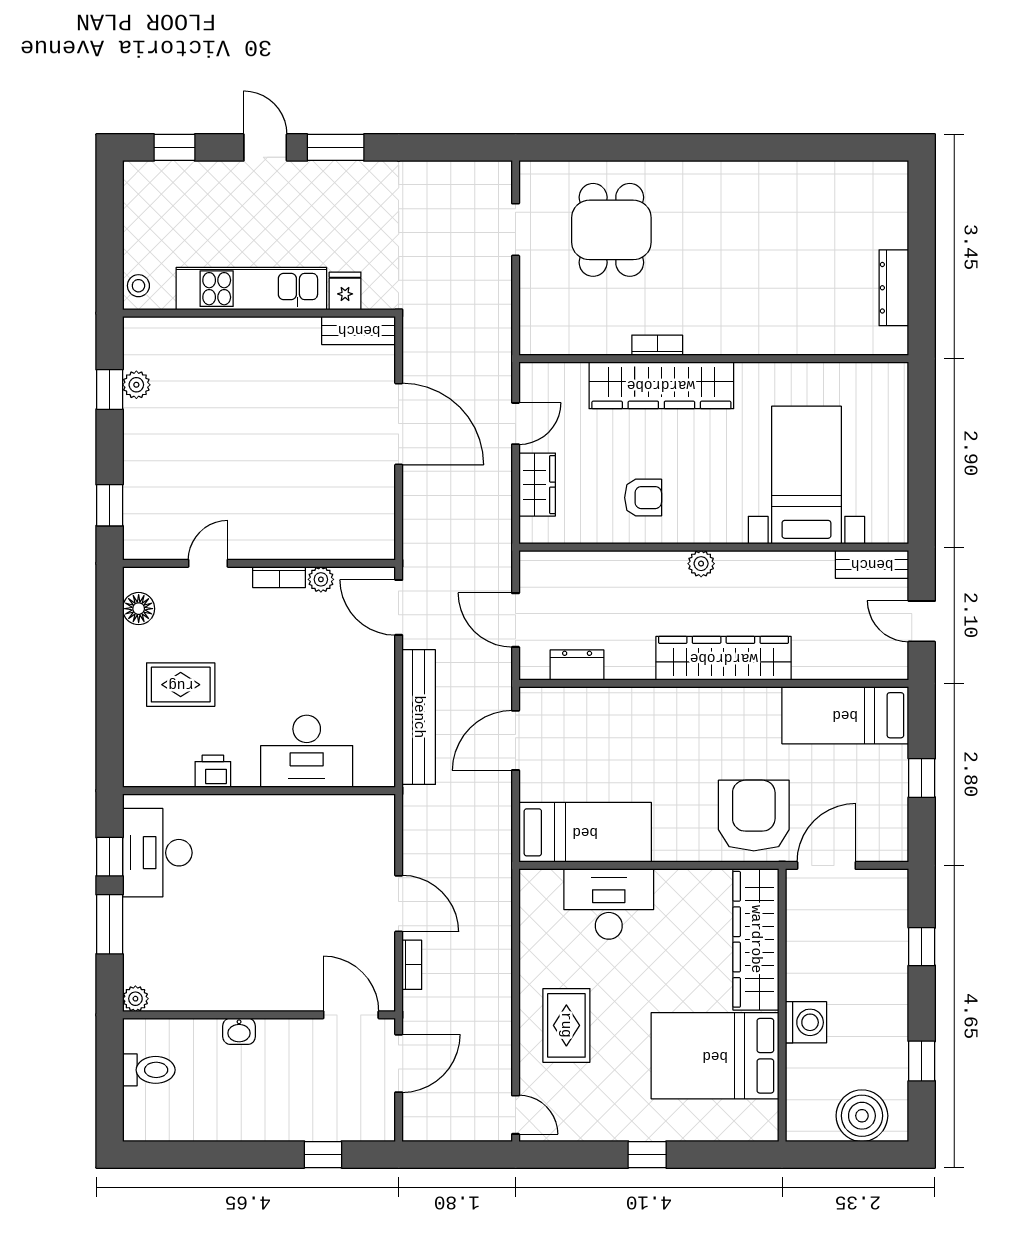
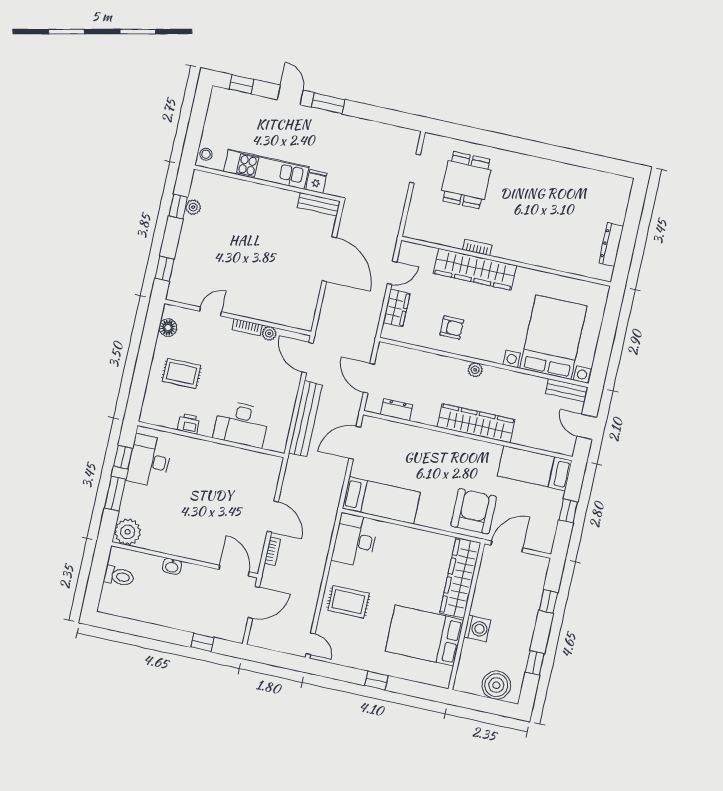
bed with nightstands: (806, 475) -> (553, 337), width x1.36
desk: (609, 904) -> (355, 540), moved, turned -90
plant: (135, 999) -> (128, 532), width x1.87, depth x1.87
rug: (566, 1025) -> (348, 602), turned 90

